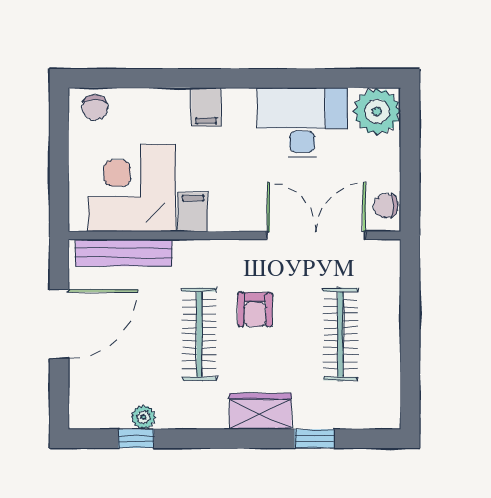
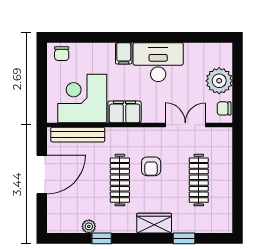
plant: (377, 111) -> (219, 81), moved
desk: (302, 123) -> (158, 62), moved
filing cabinet: (193, 212) -> (125, 112), width x2.00
double door: (316, 235) -> (185, 125), width x0.73
window: (136, 439) -> (102, 238), moved

